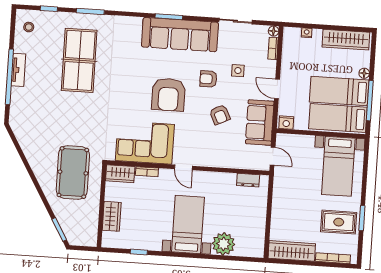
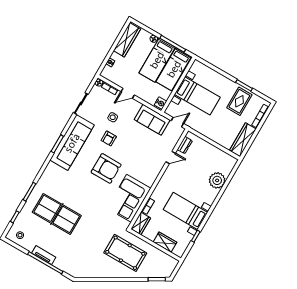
door: (277, 89) -> (128, 93), moved
armchair: (220, 115) -> (135, 142), removed
bed with nightstands: (338, 166) -> (197, 96), moved
door: (183, 167) -> (171, 158), moved
bed with nightstands: (188, 224) -> (186, 211), moved

